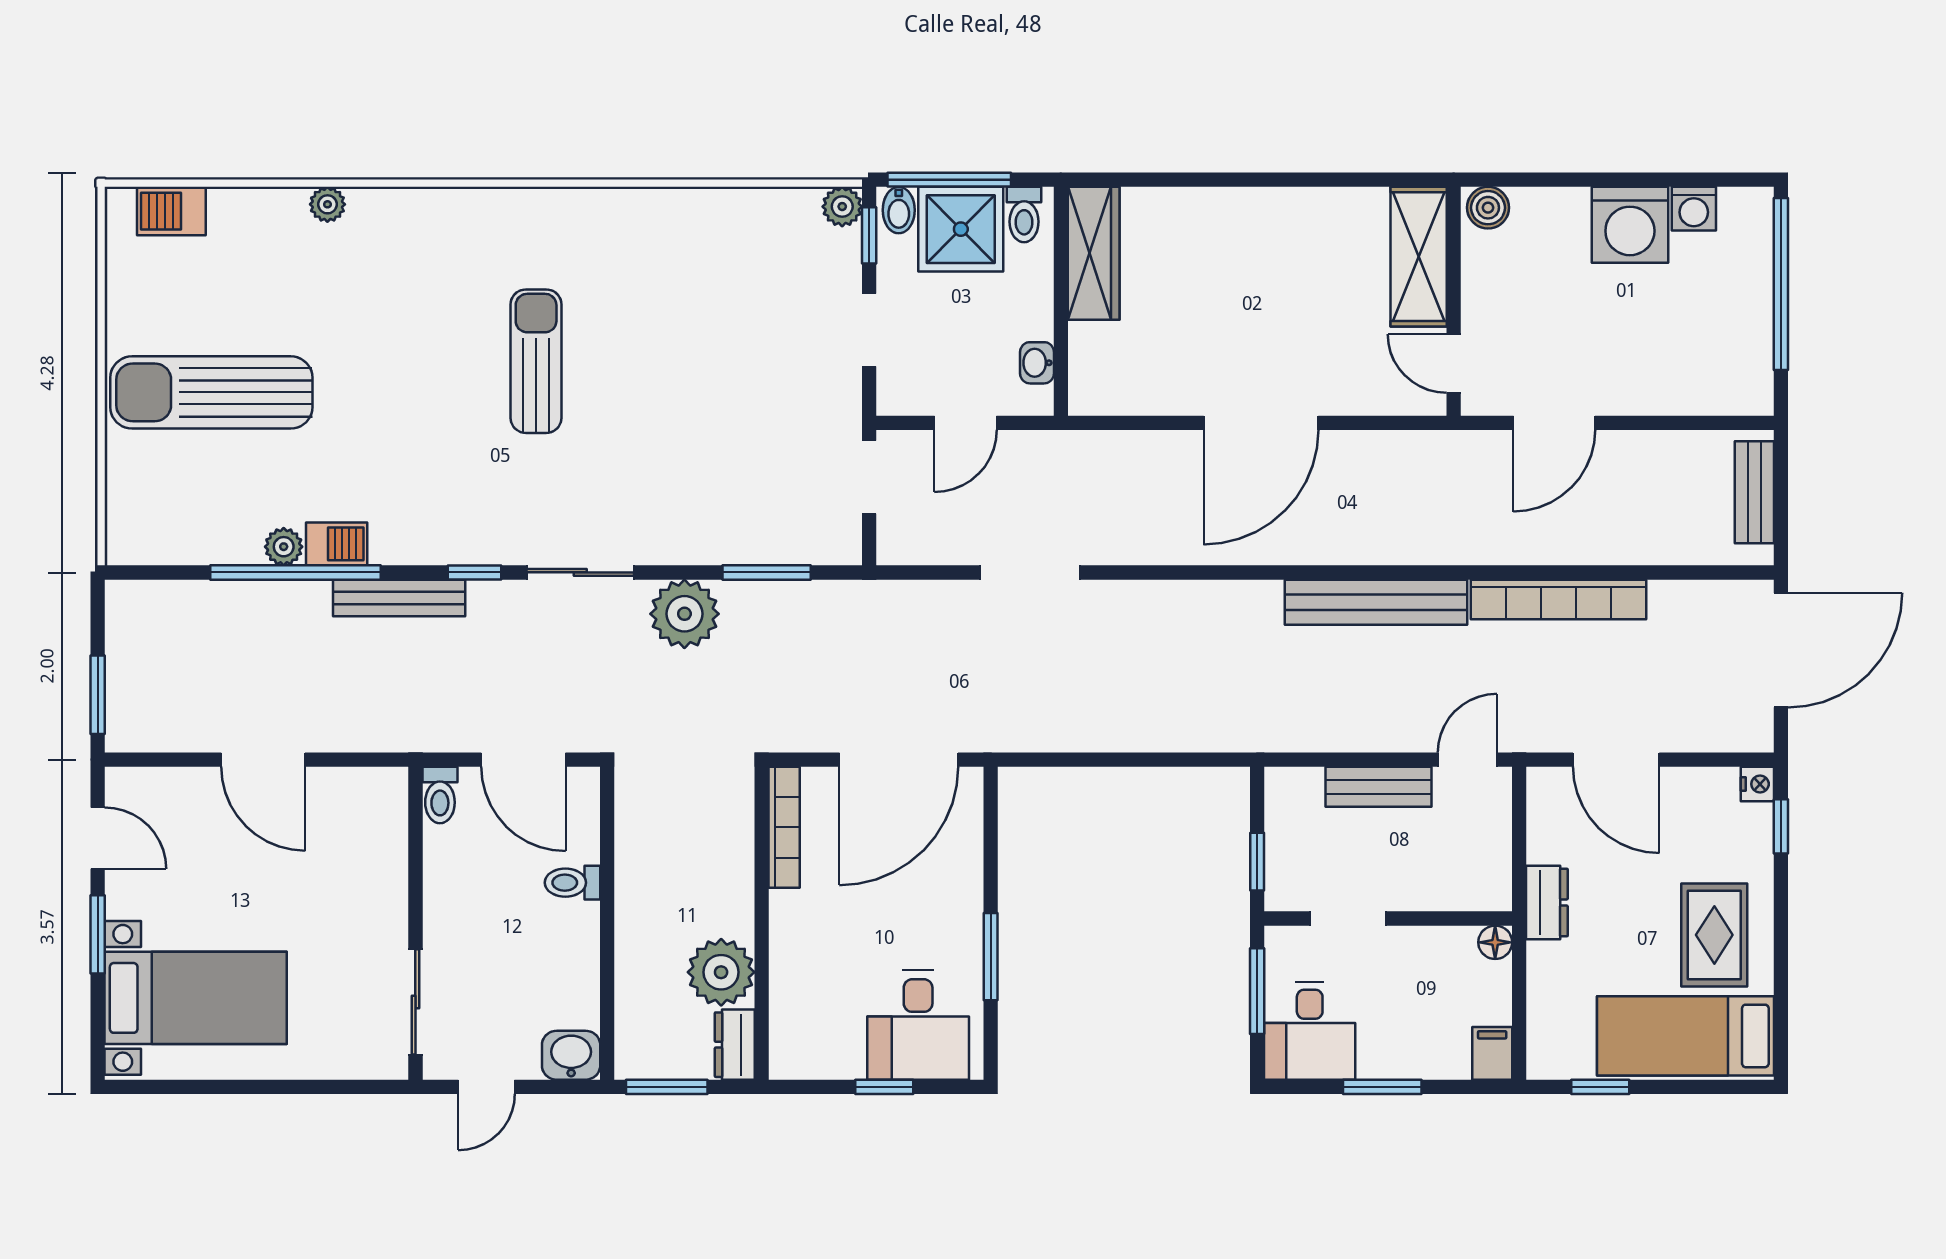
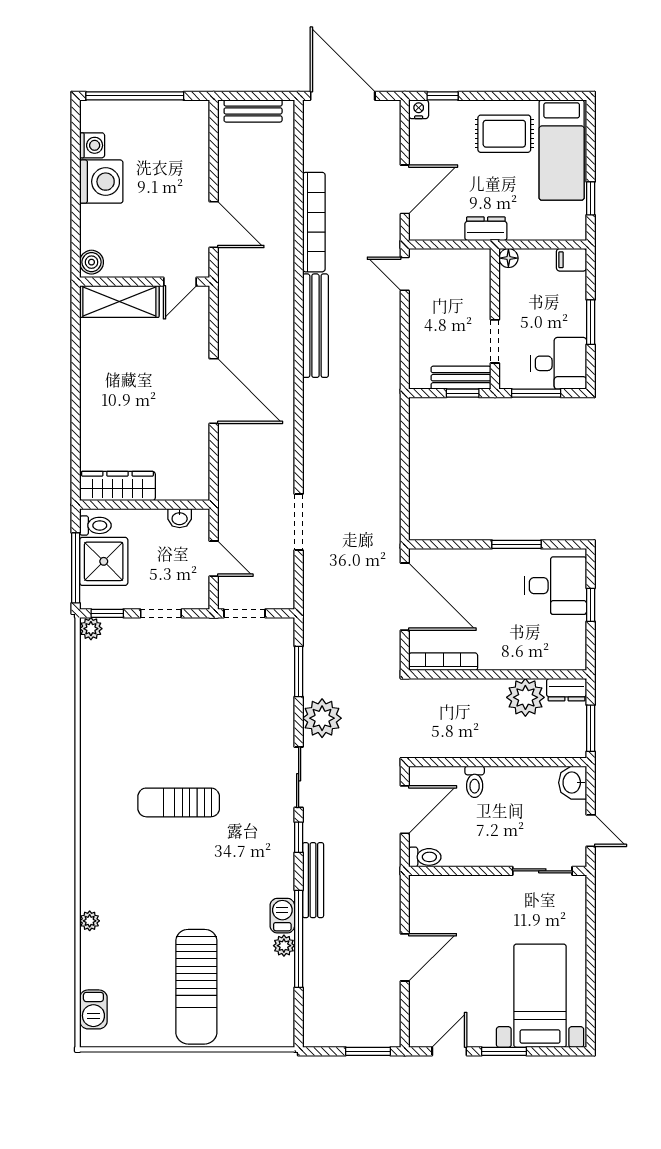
bidet: (899, 210) -> (93, 597), removed
bench: (1378, 787) -> (461, 378), moved, turned 90

